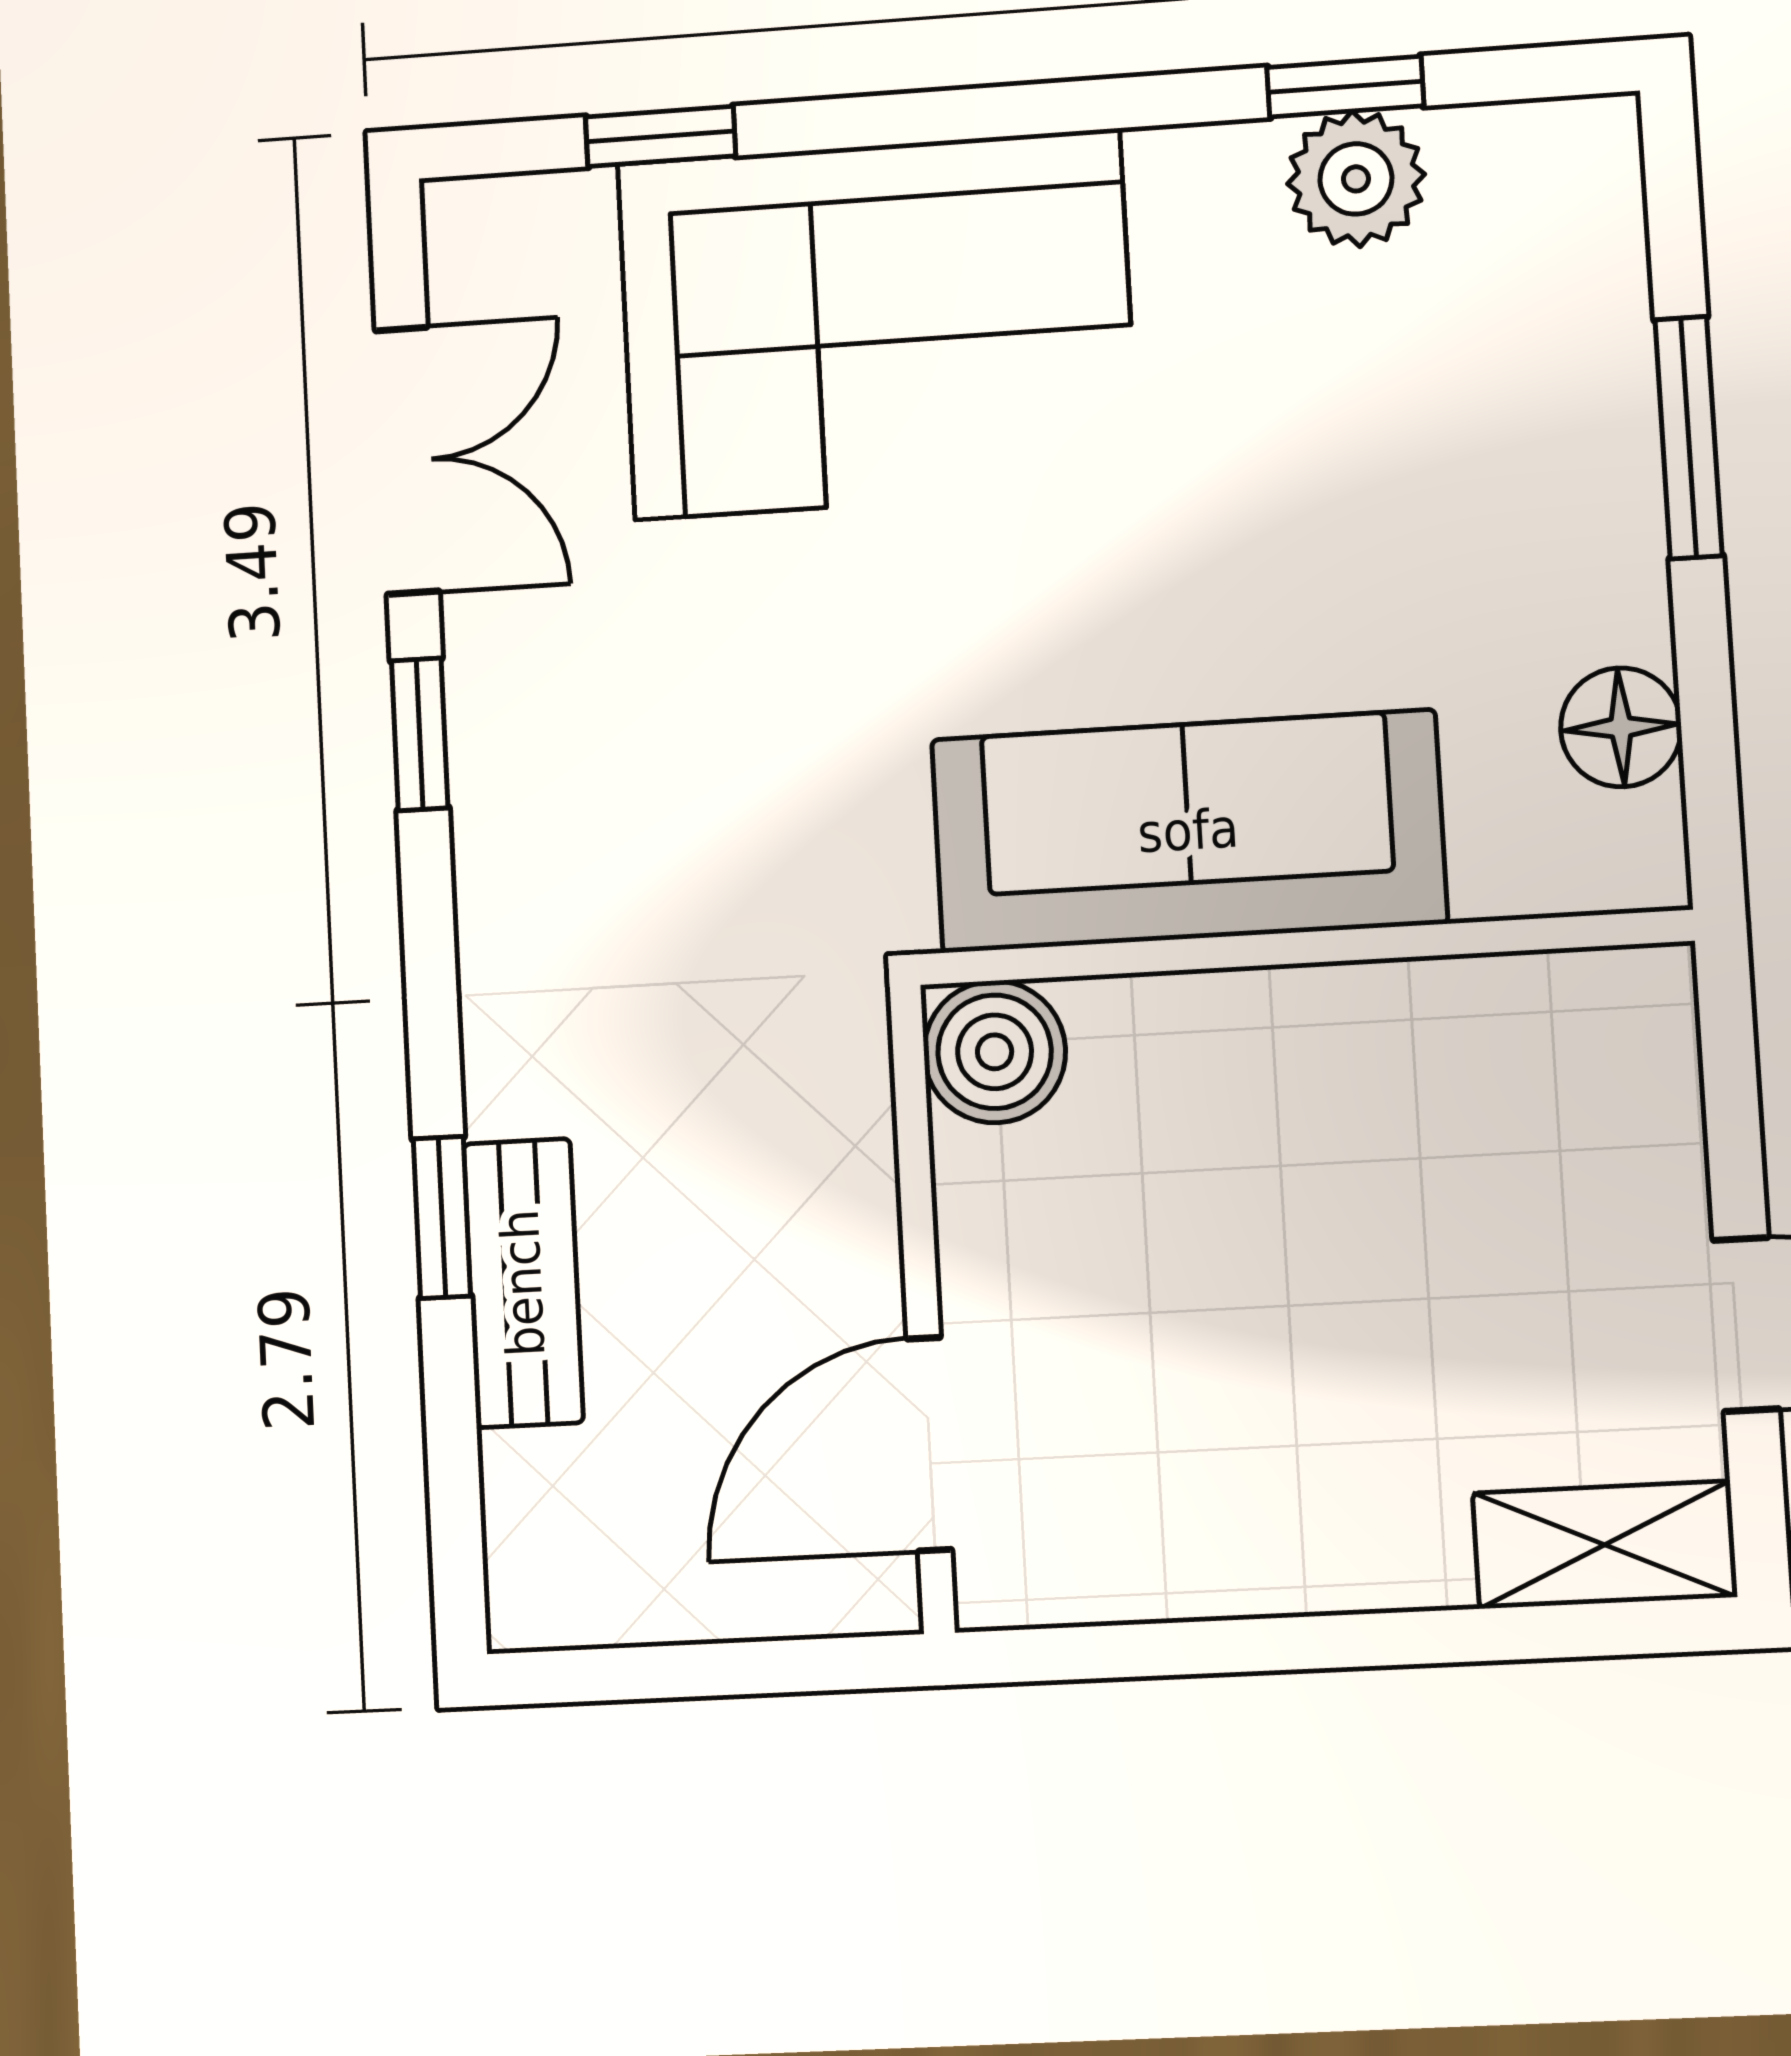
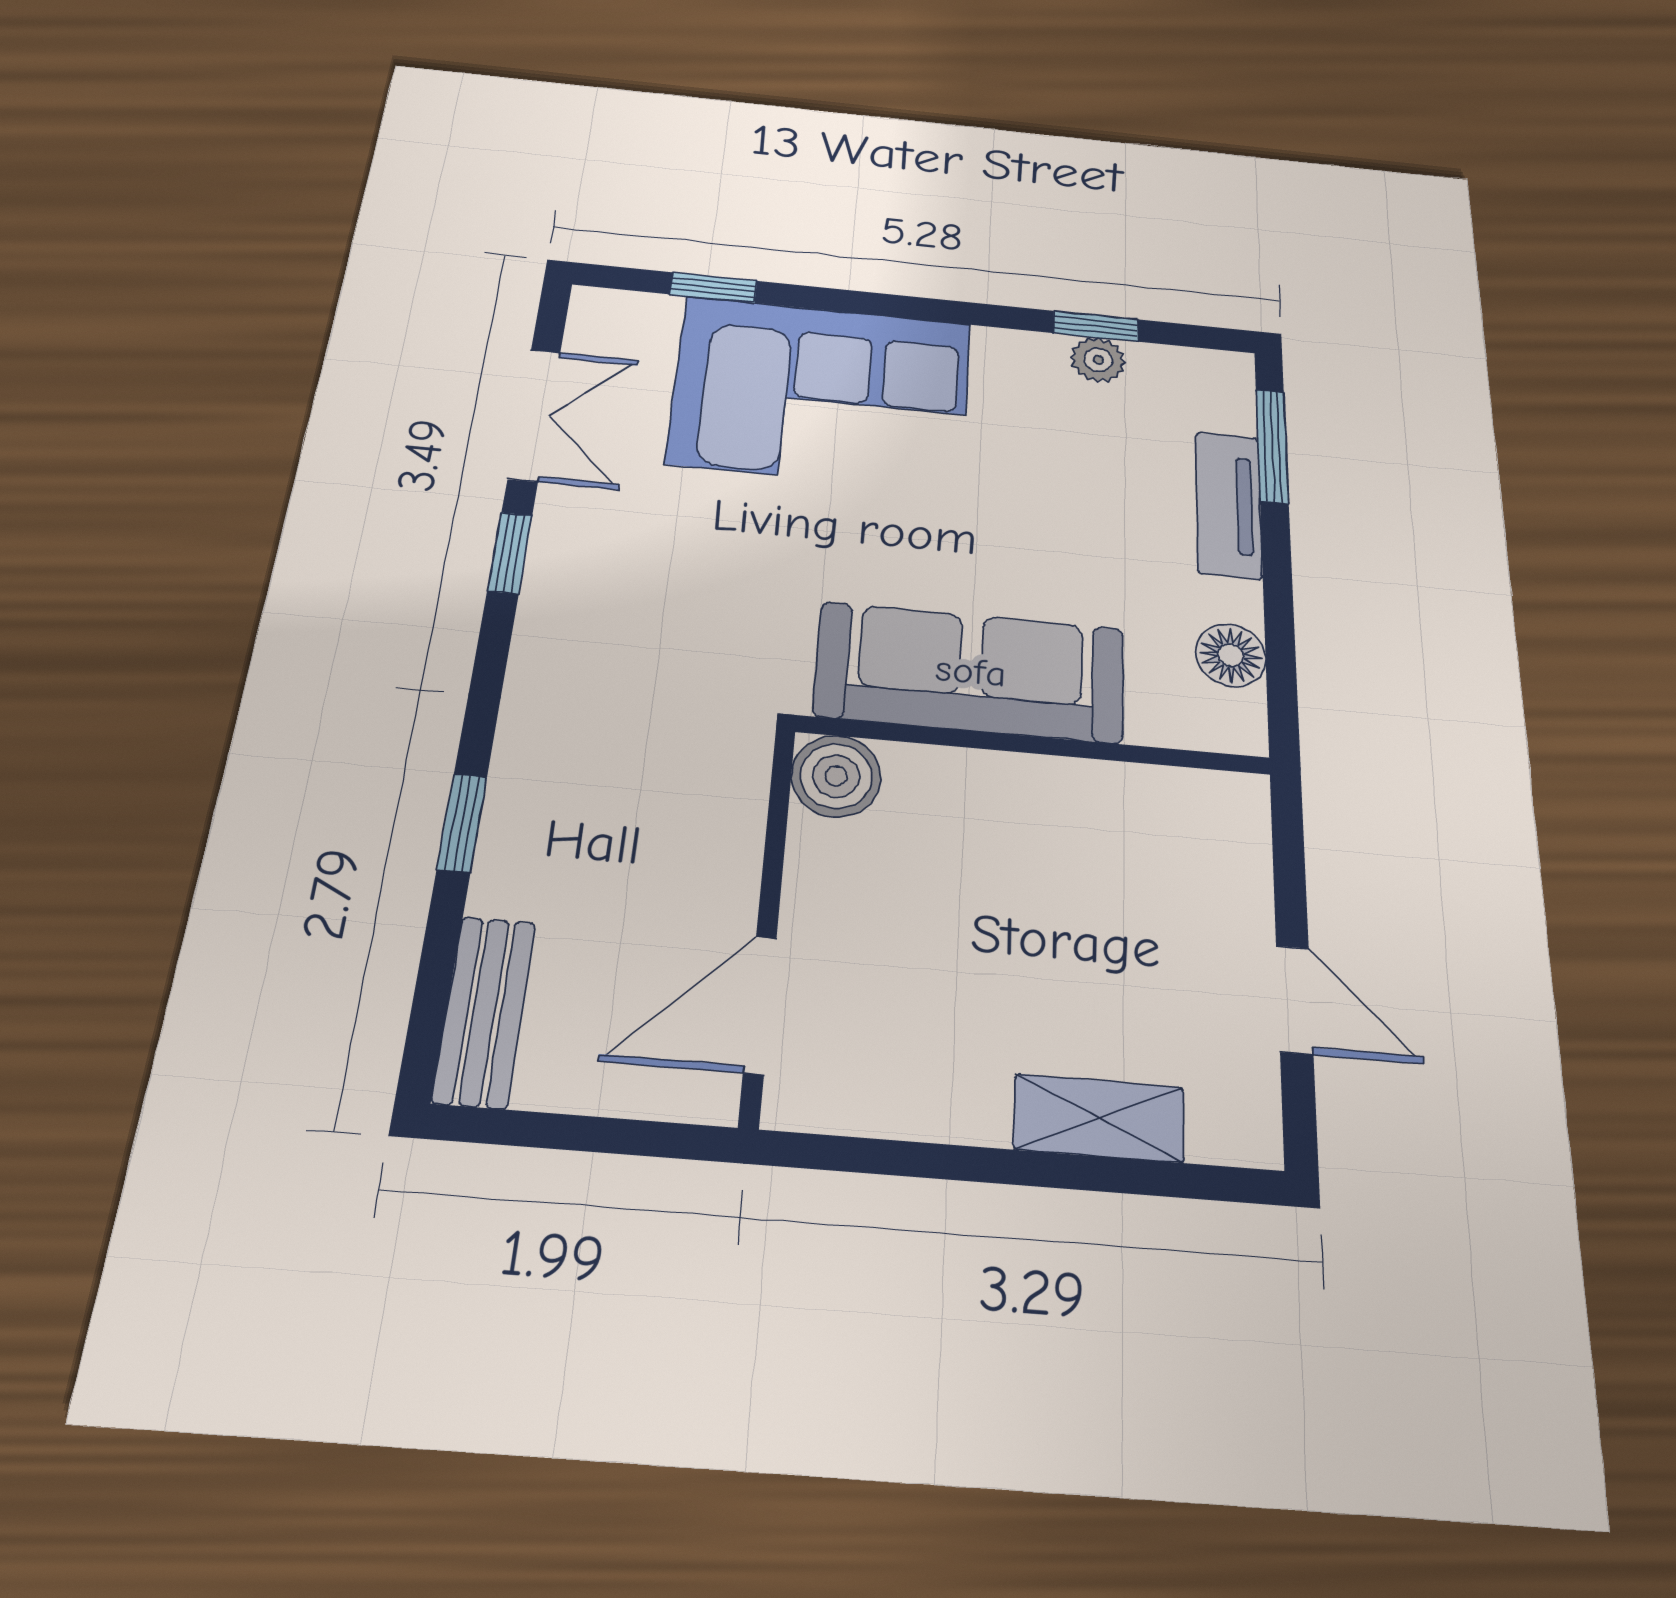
plant: (1356, 179) -> (1098, 360), width x0.73, depth x0.73
tv unit: (1605, 427) -> (1229, 505), added
window: (1688, 438) -> (1272, 446), moved
bench: (523, 1283) -> (484, 1011), moved
shelving: (1605, 1545) -> (1099, 1118), moved

